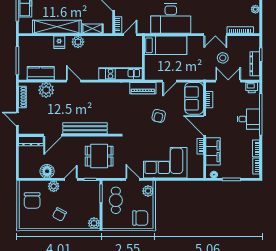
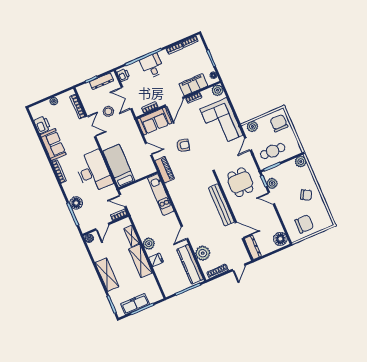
shelving: (57, 27) -> (141, 261), width x0.68
kitchen counter: (41, 73) -> (190, 264), width x1.50
floor lamp: (47, 171) -> (280, 239), moved
plant: (198, 172) -> (218, 90), added
plant: (54, 186) -> (272, 183), moved

